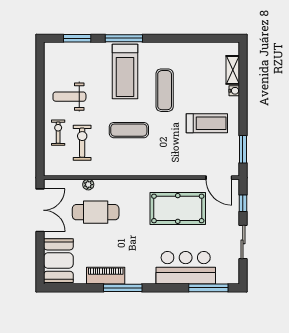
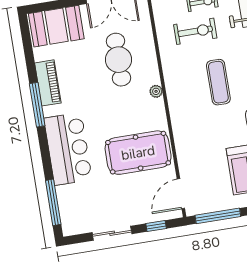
window: (243, 149) -> (218, 216), width x1.44
plant: (88, 185) -> (156, 91), moved
pool table: (178, 208) -> (138, 153), turned 90
bar counter: (186, 268) -> (68, 149), moved

